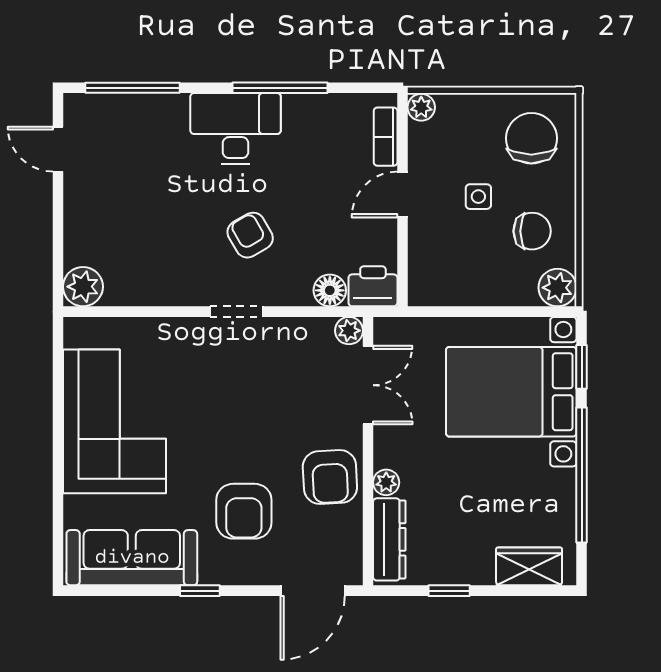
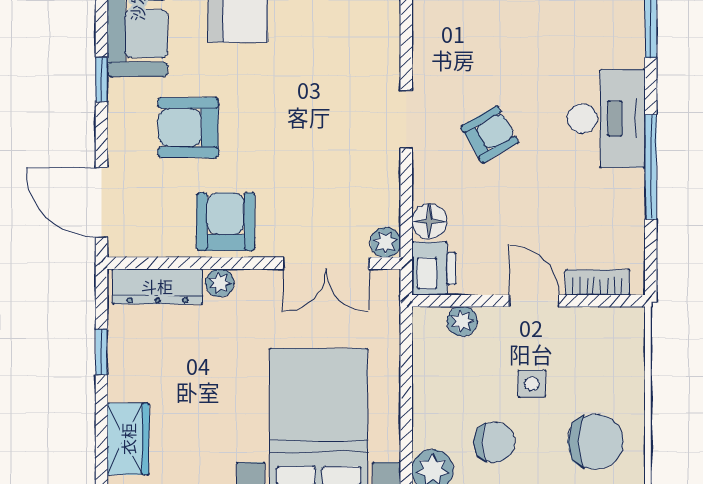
plant: (421, 107) -> (462, 321), moved
chair: (532, 231) -> (494, 442), turned -90
armchair: (330, 477) -> (226, 222), turned 93

